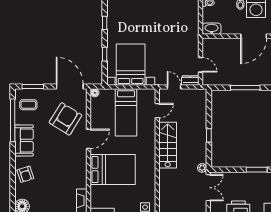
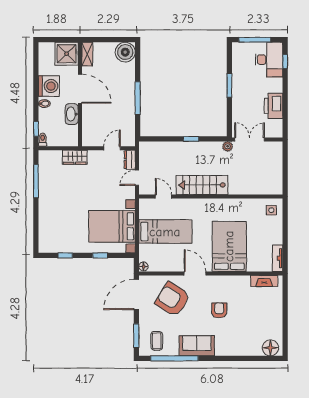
washbasin: (212, 29) -> (72, 114), moved
wardrobe: (192, 31) -> (75, 157), added
armchair: (25, 174) -> (219, 310), moved, turned -72

